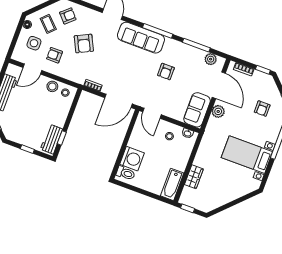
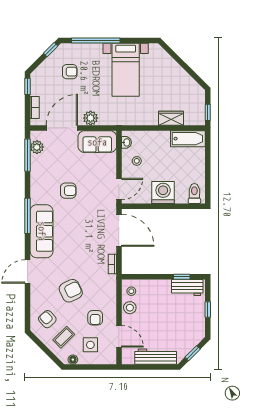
window: (196, 45) -> (28, 155), moved
washing machine: (132, 159) -> (163, 193), moved

